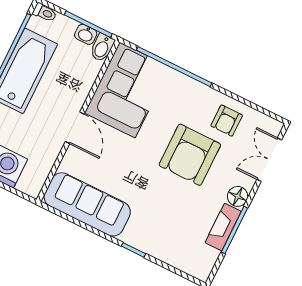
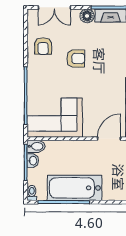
armchair: (227, 121) -> (43, 46), turned 90
door: (75, 128) -> (109, 139), moved
armchair: (190, 155) -> (76, 58), width x0.53, depth x0.53

